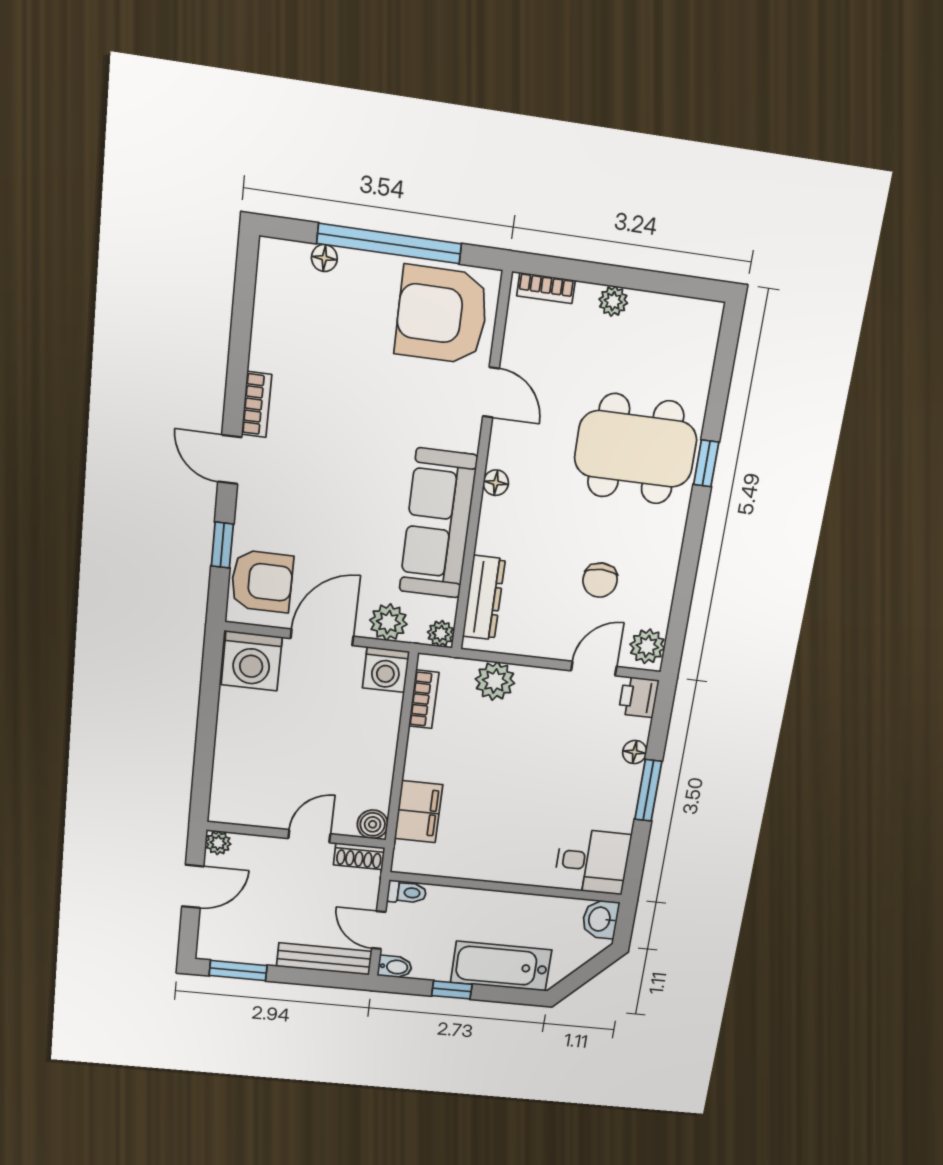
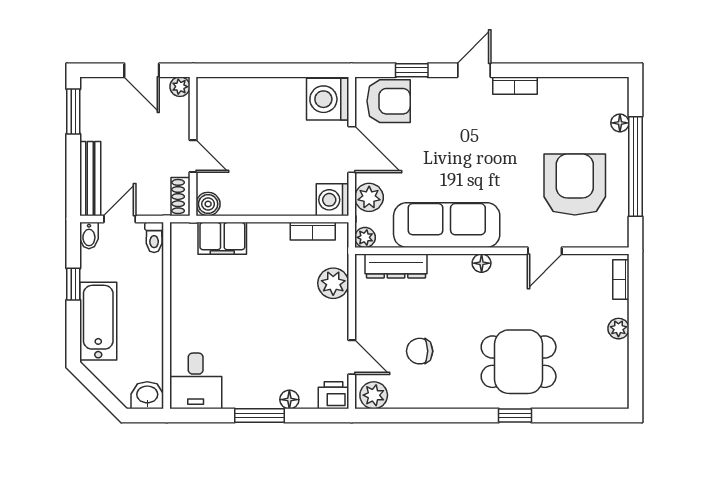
armchair: (442, 315) -> (575, 185), moved
dining table: (636, 449) -> (519, 362), width x0.73
armchair: (262, 581) -> (389, 101), turned -90

